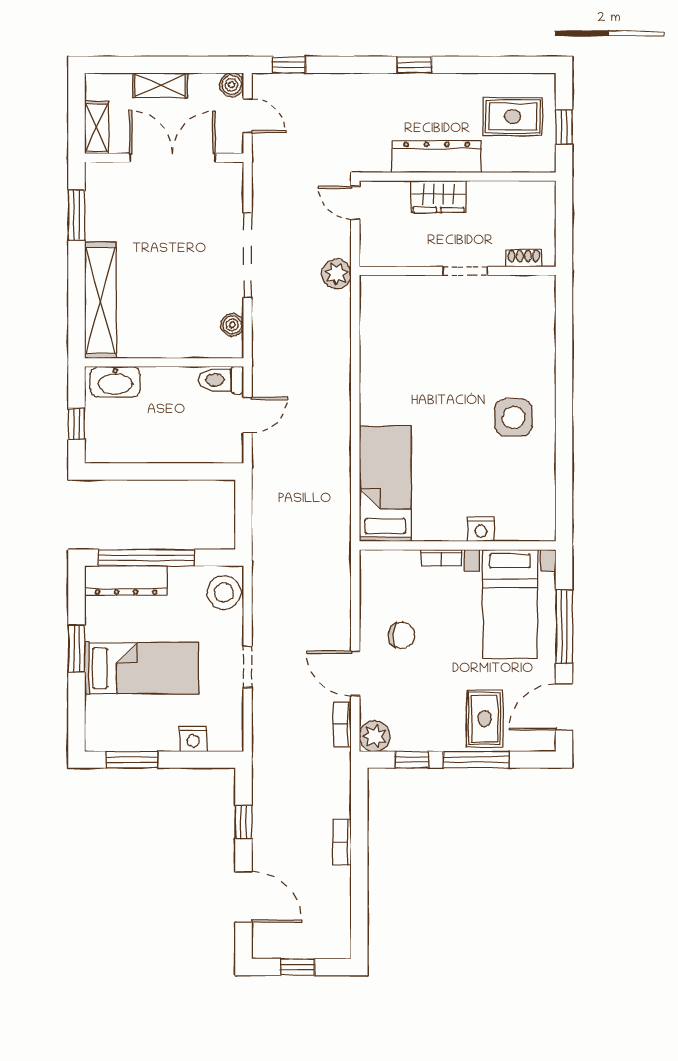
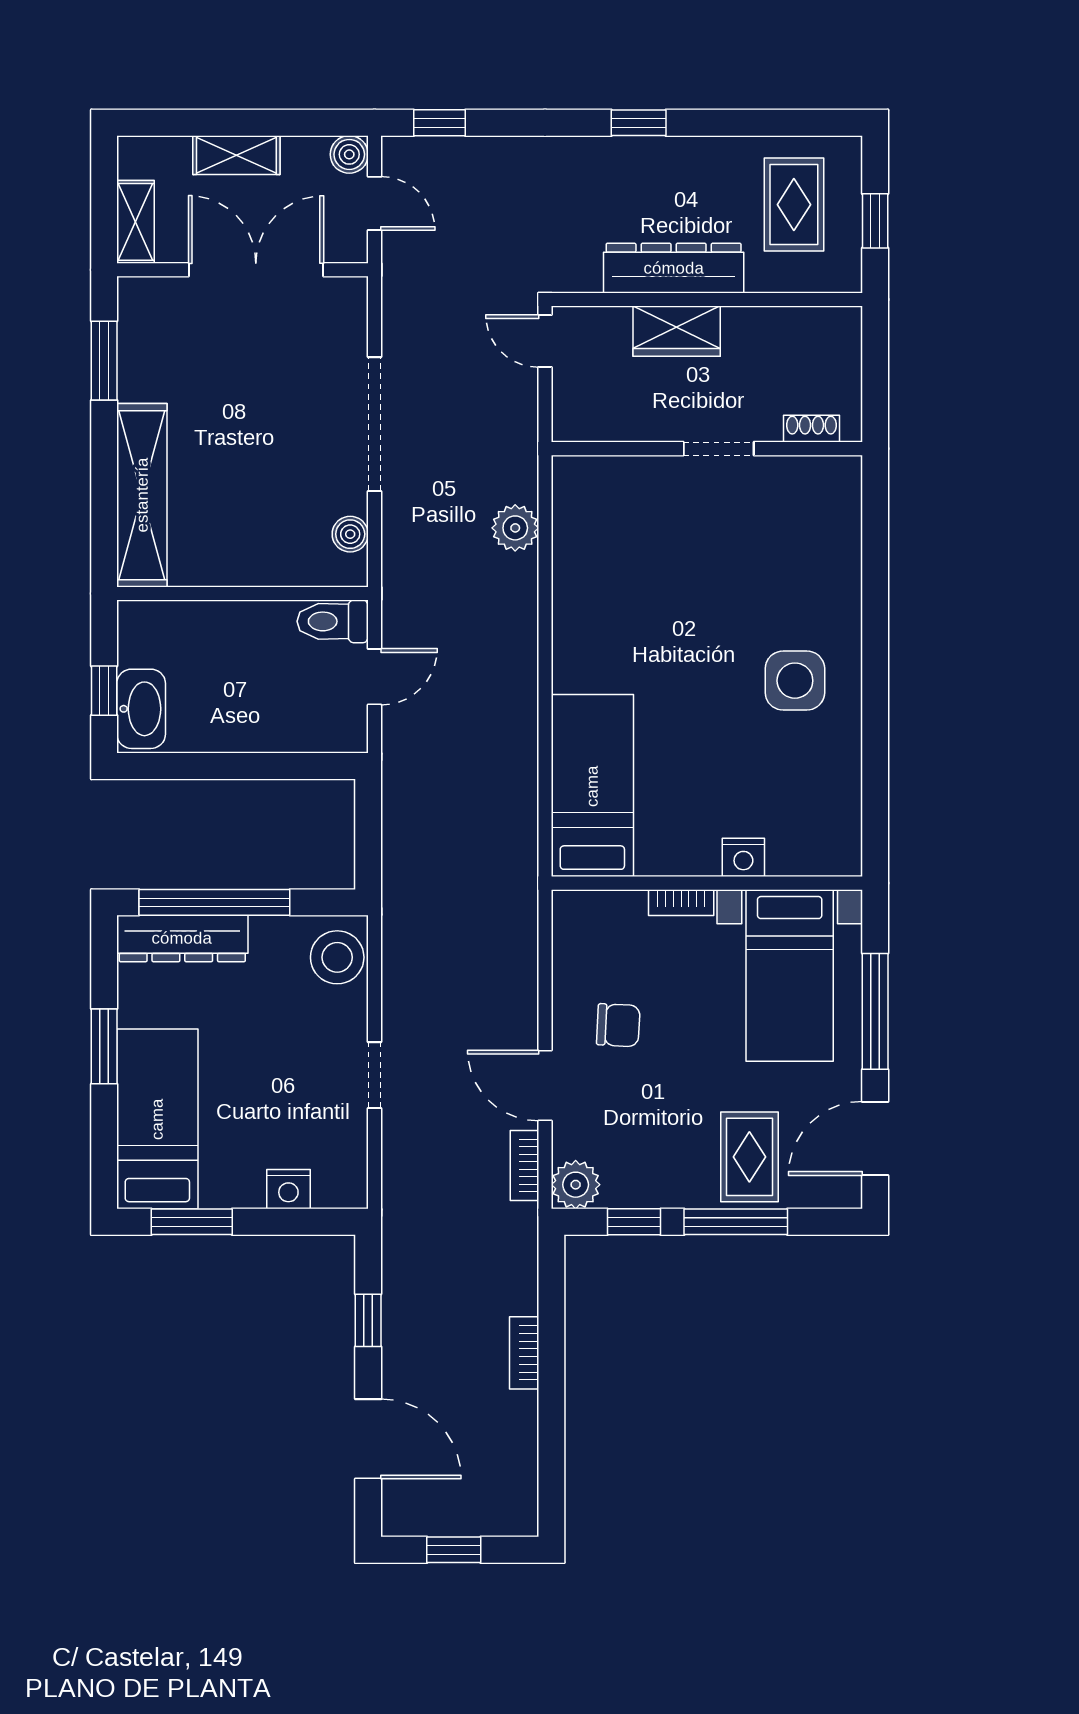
rug: (513, 117) -> (794, 205), turned 90
plant: (337, 274) -> (515, 528), moved
washbasin: (115, 382) -> (141, 709), moved, turned -90
bed: (142, 668) -> (157, 1119), moved, turned -90

